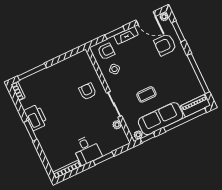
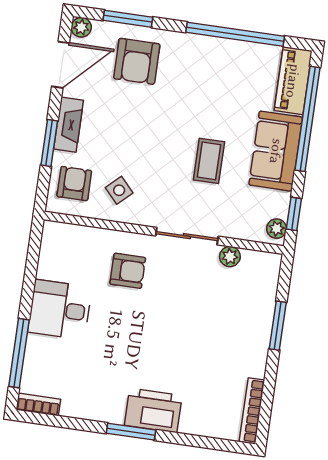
armchair: (88, 91) -> (128, 271), turned 180
printer: (36, 117) -> (153, 410), moved
sofa: (161, 119) -> (276, 151), width x0.73
desk: (87, 150) -> (60, 310), moved, turned 180

